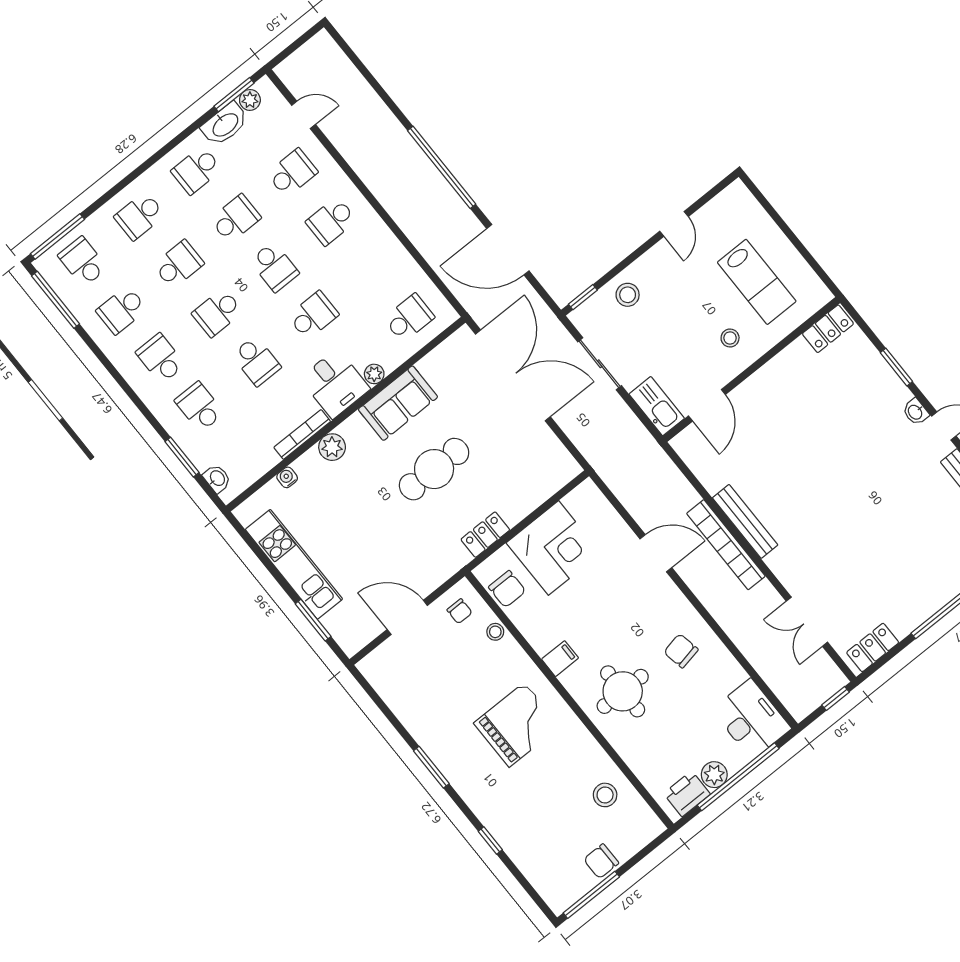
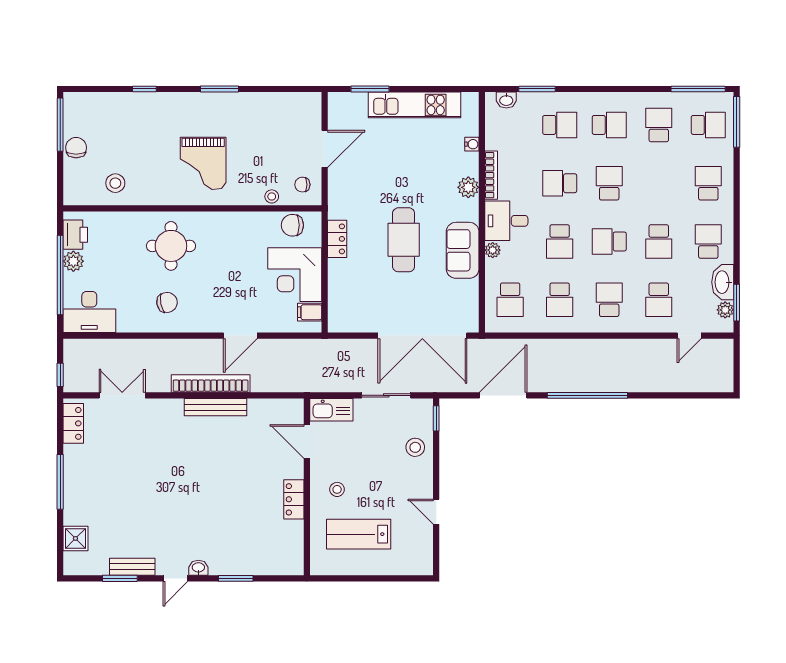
school desk: (178, 264) -> (560, 300), moved
locker: (828, 329) -> (294, 499), moved
filing cabinet: (560, 659) -> (310, 312), moved, turned 90

